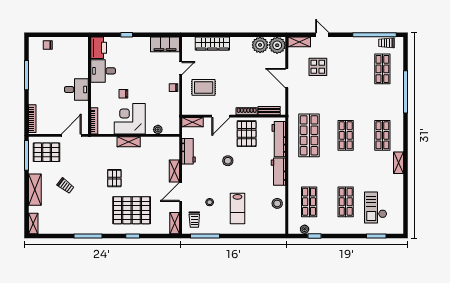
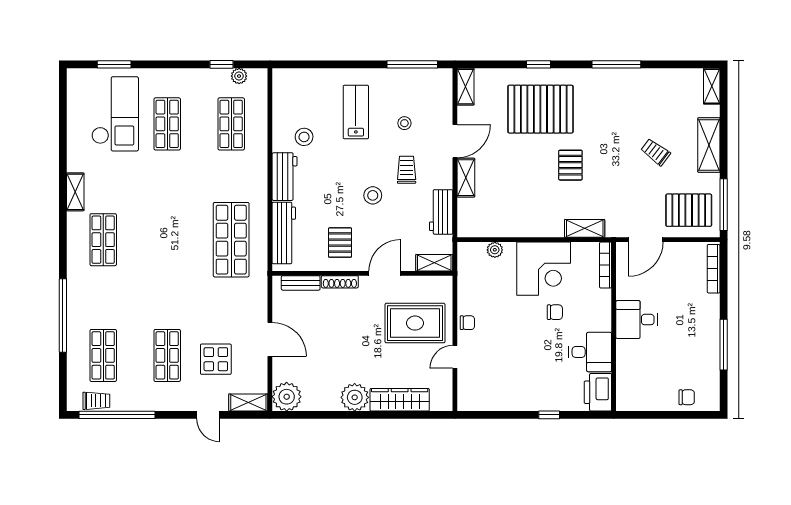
filing cabinet: (165, 44) -> (482, 398), removed
plant: (260, 45) -> (355, 397), moved
rug: (204, 87) -> (415, 323), width x1.36, depth x1.43
pallet: (247, 134) -> (340, 243), width x0.67, depth x0.71
shop shelf: (346, 135) -> (167, 355), moved
shelving: (129, 142) -> (585, 228), moved
stool: (277, 203) -> (304, 137), moved
checkout: (376, 208) -> (115, 114), width x1.36, depth x1.21
trolley: (194, 220) -> (407, 170), moved

